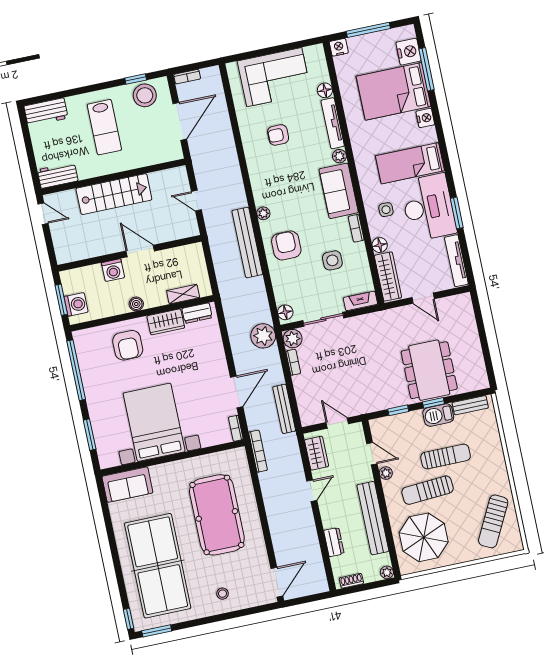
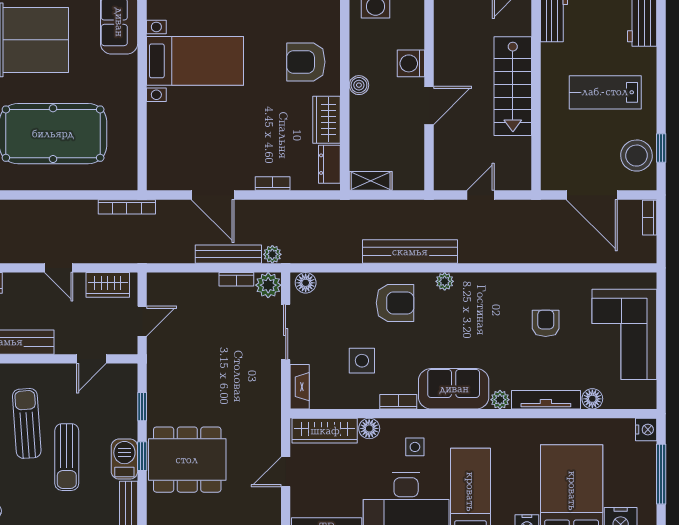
shelving: (183, 294) -> (371, 181), moved, turned 90
plant: (263, 336) -> (272, 254), width x0.53, depth x0.53
bench: (284, 409) -> (228, 254), moved
bed with nightstands: (154, 422) -> (195, 61), width x0.73
bookcase: (236, 428) -> (273, 184), moved
plant: (386, 473) -> (61, 372), removed

